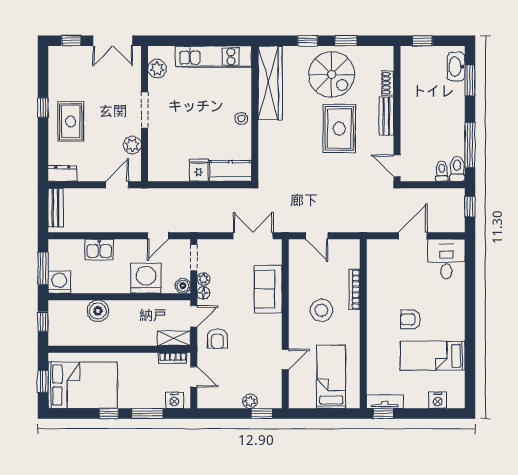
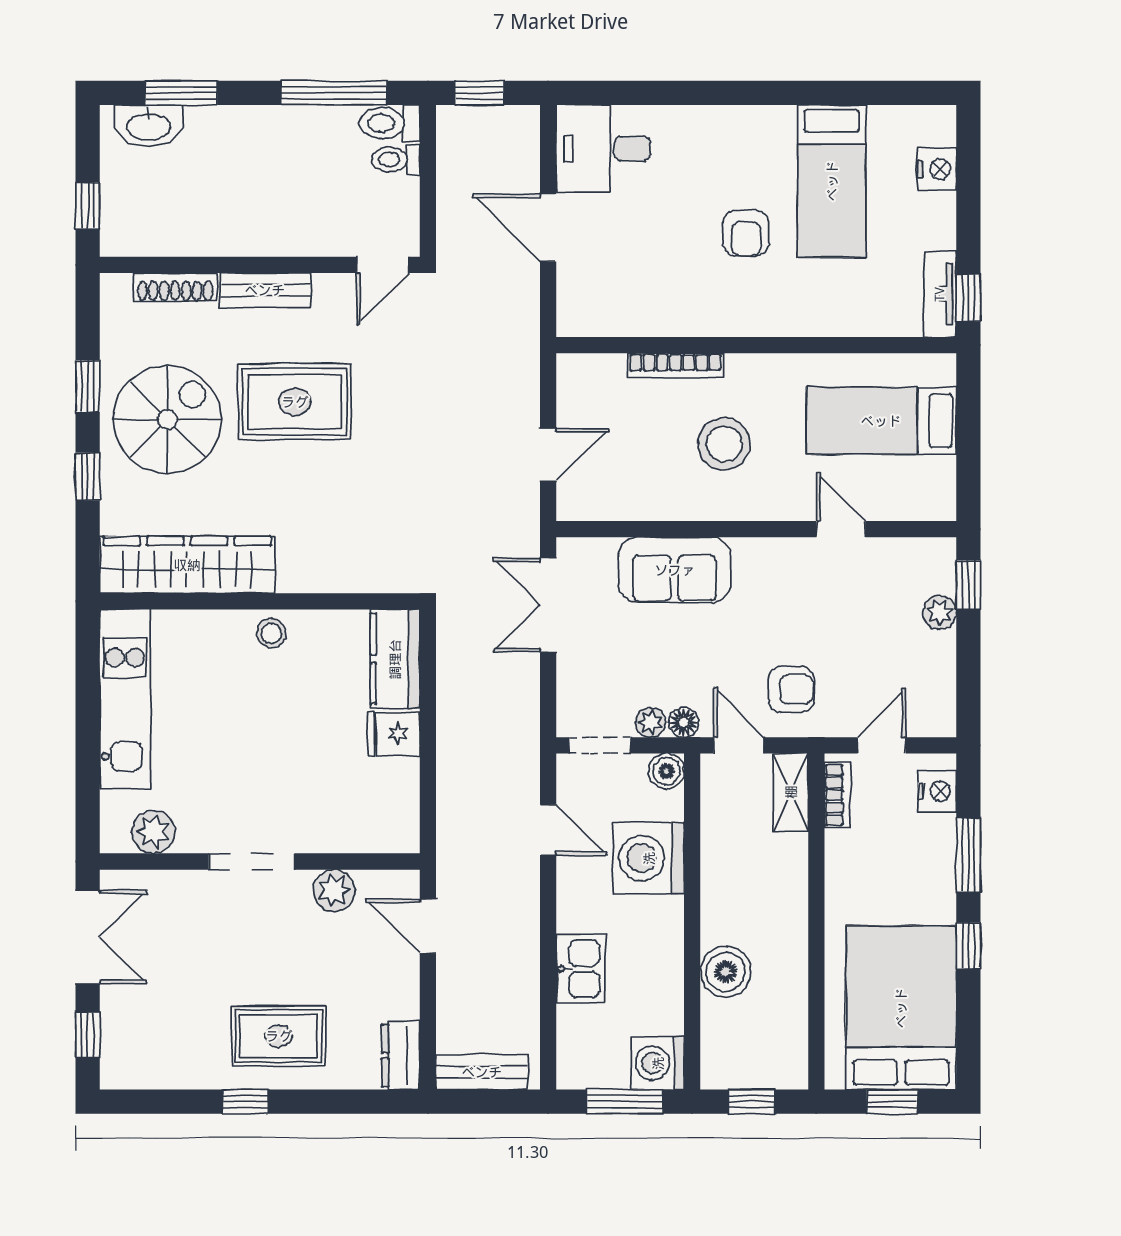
shoe rack: (388, 83) -> (175, 287), width x1.43

